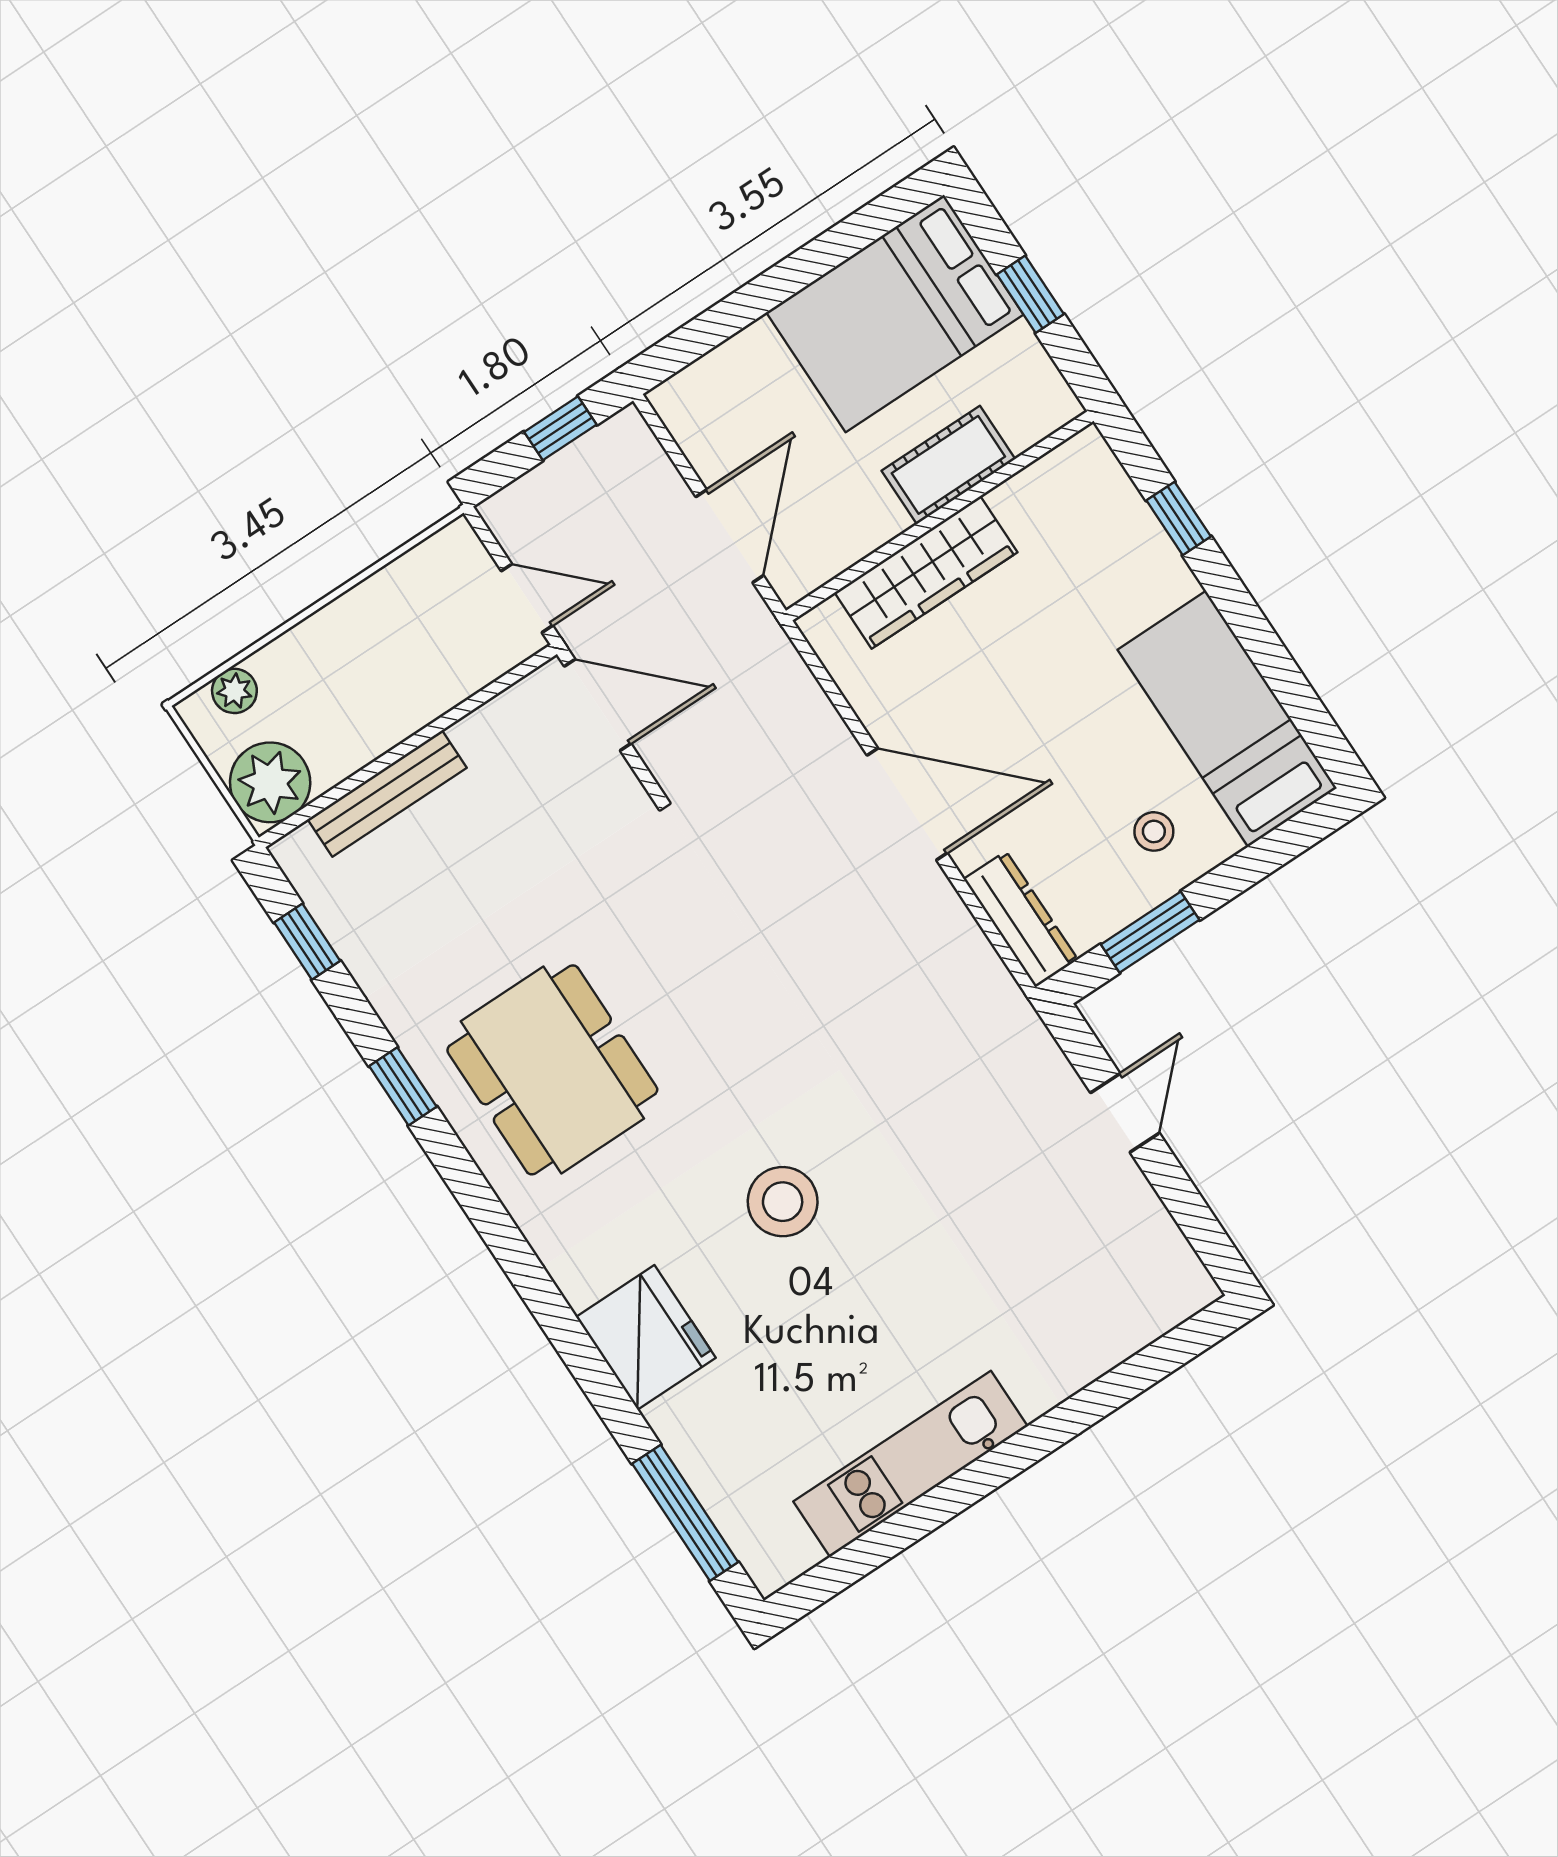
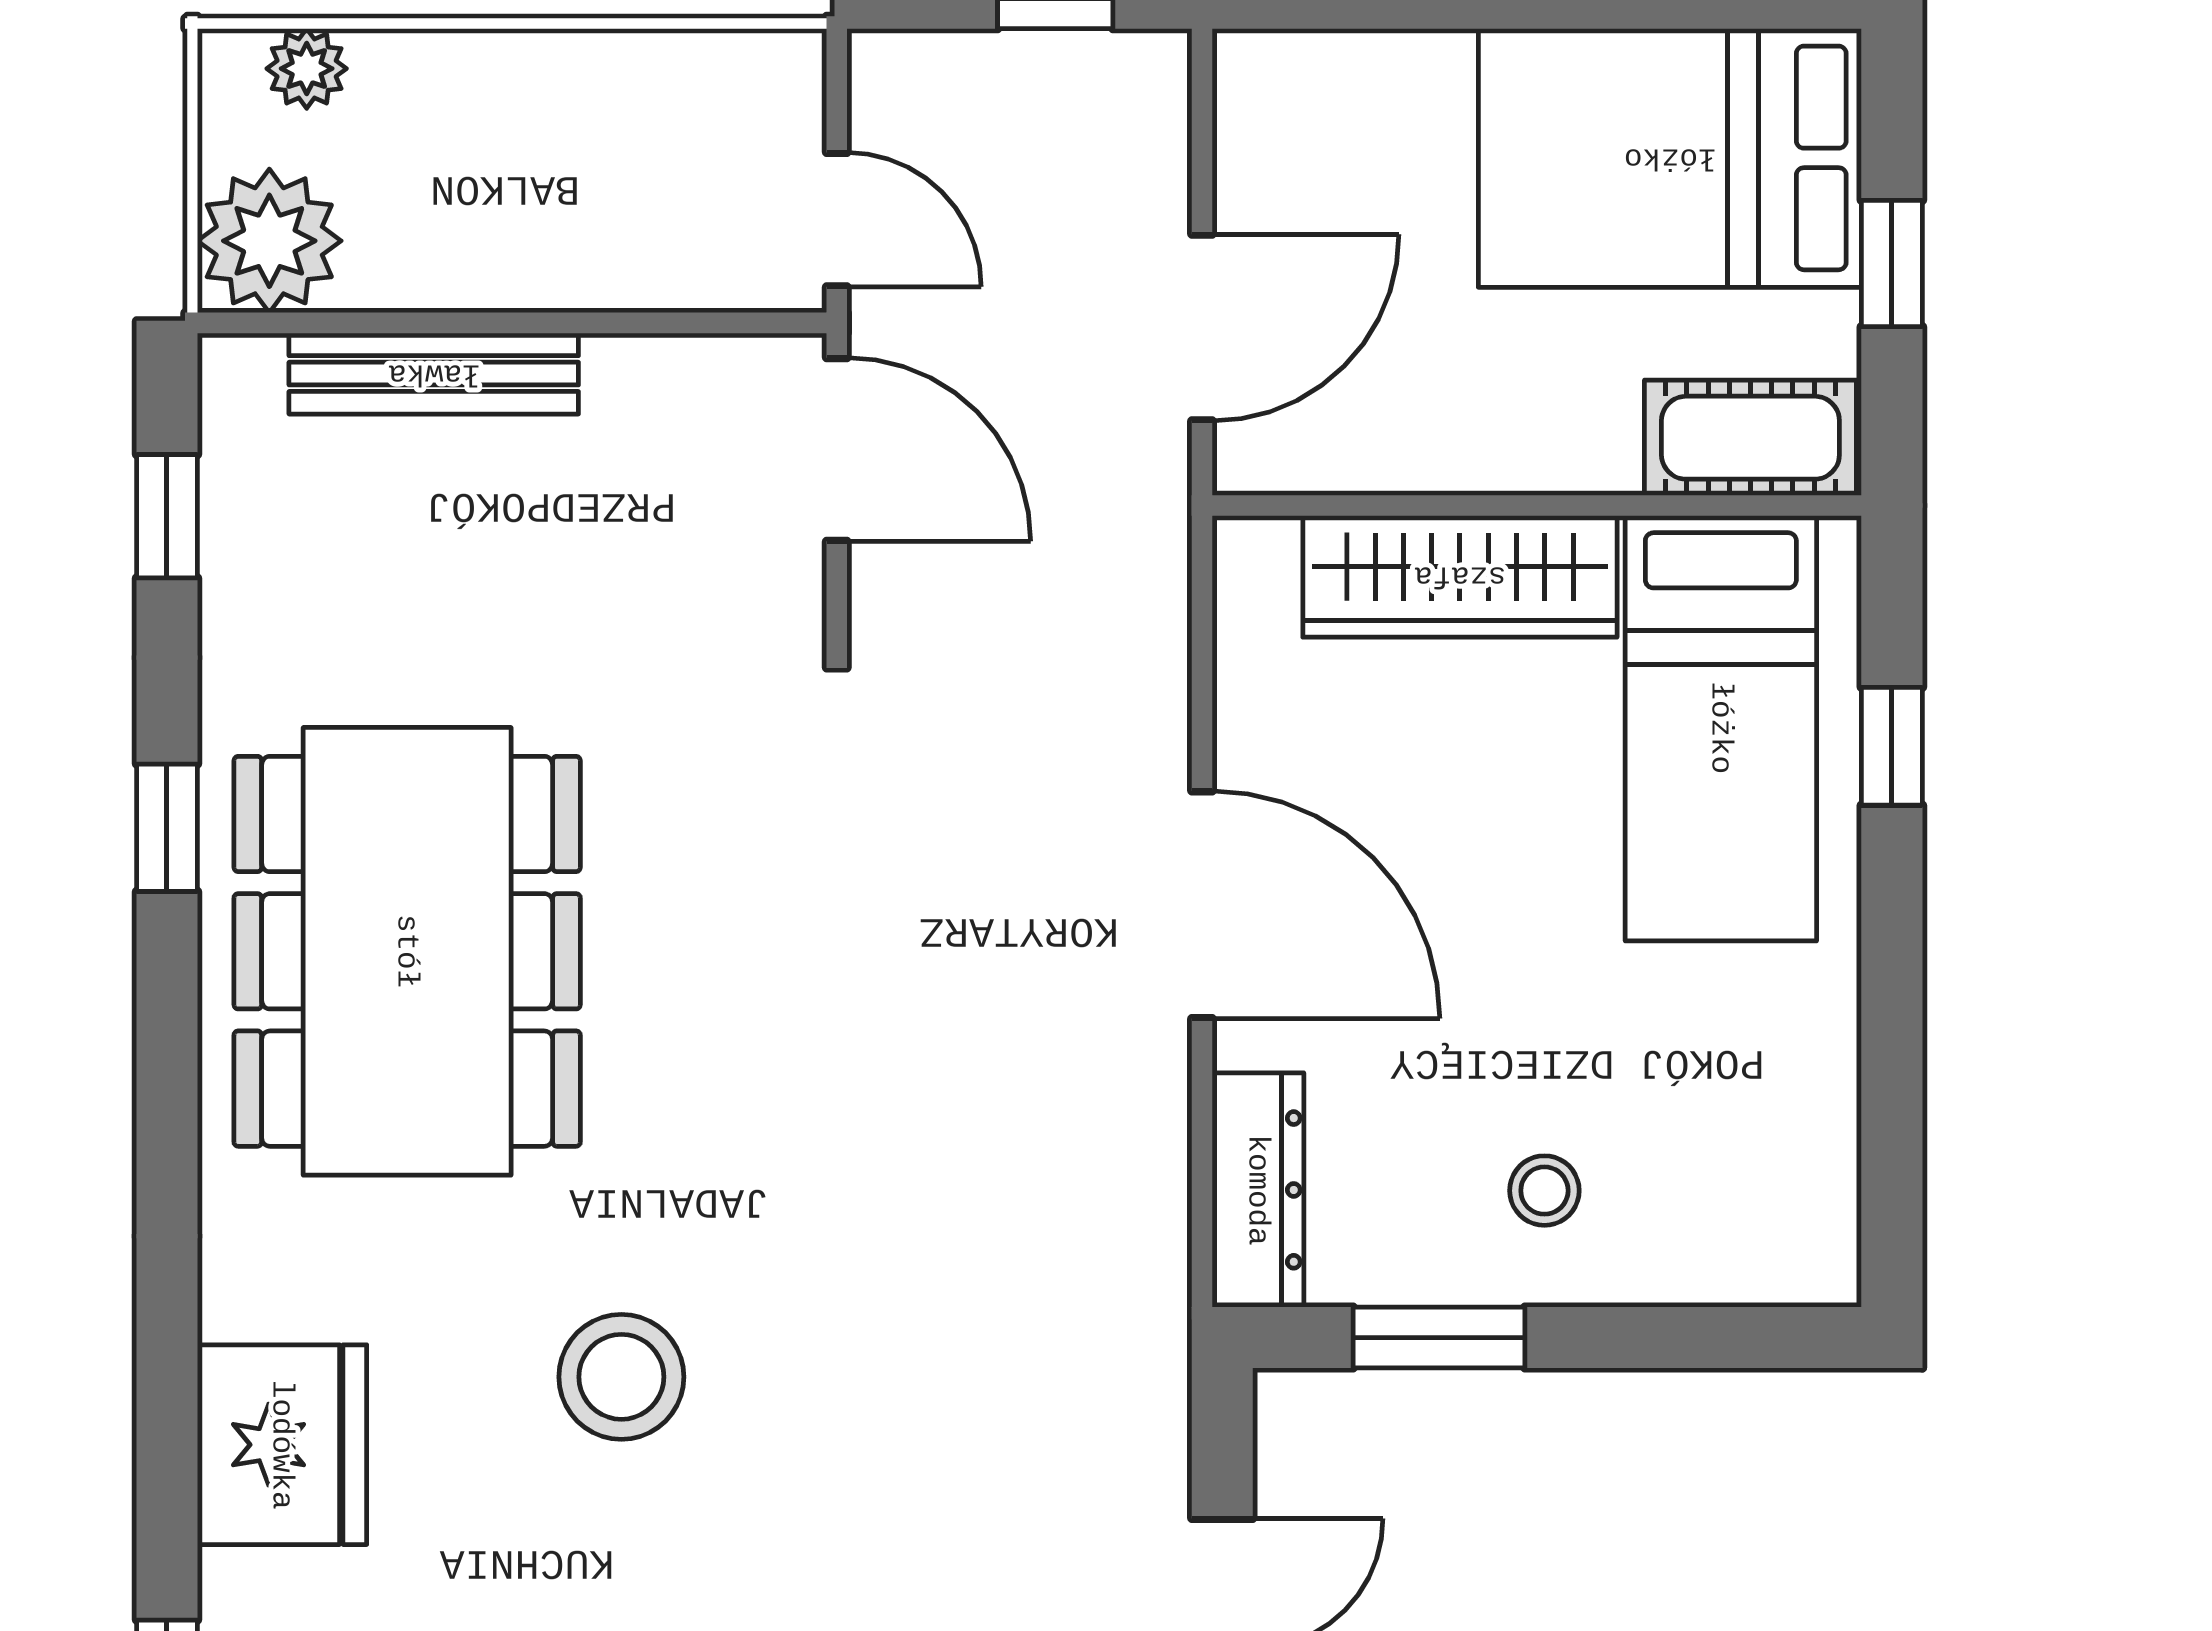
cot: (948, 465) -> (1750, 438), moved
bed: (1227, 719) -> (1721, 728), moved, turned 180
dining table: (552, 1070) -> (407, 951), width x1.36, depth x1.24

